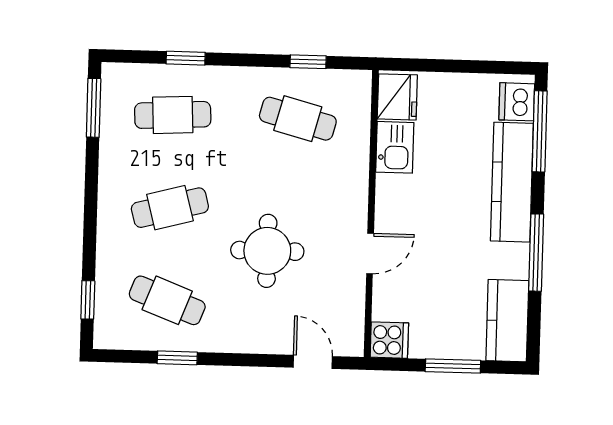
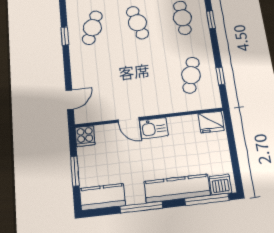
kitchen sink: (395, 147) -> (154, 128), moved
round table: (267, 251) -> (123, 70), removed

